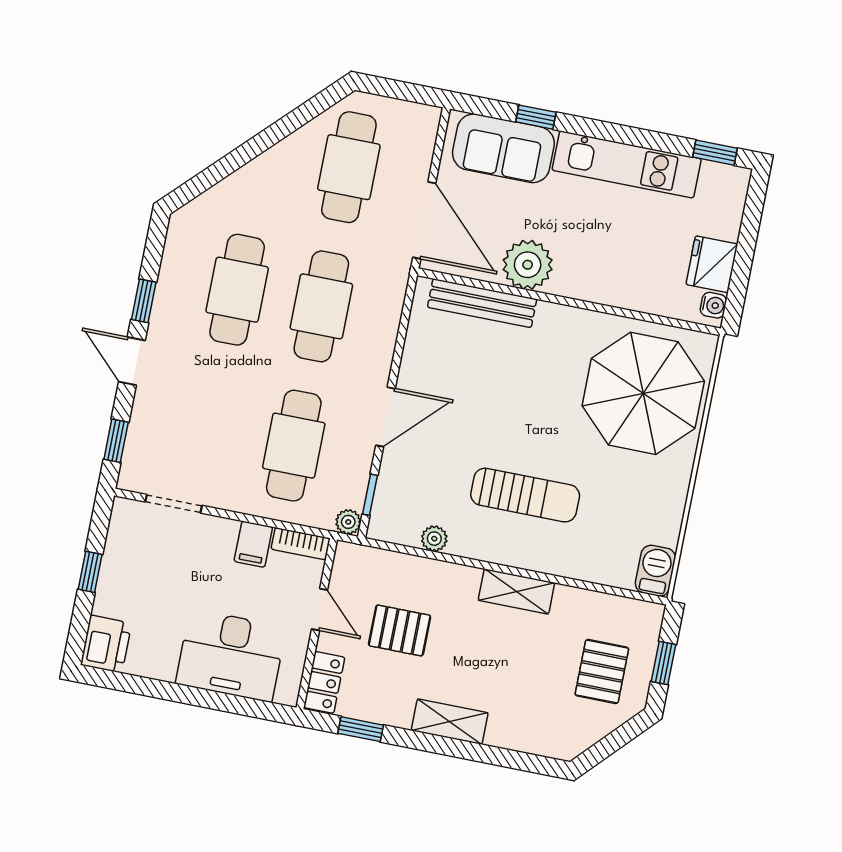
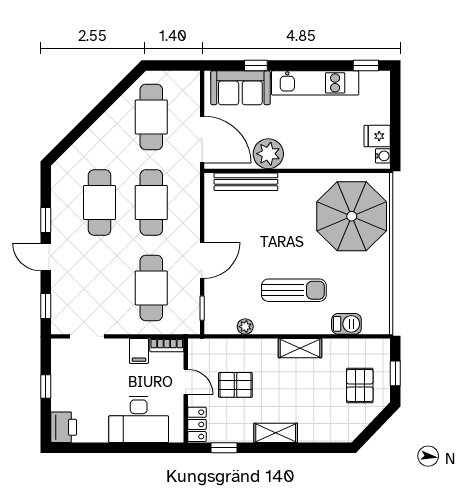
fridge: (712, 264) -> (377, 136), width x0.72
plant: (348, 522) -> (192, 327), removed
barbecue: (655, 571) -> (346, 324), moved, turned 90

